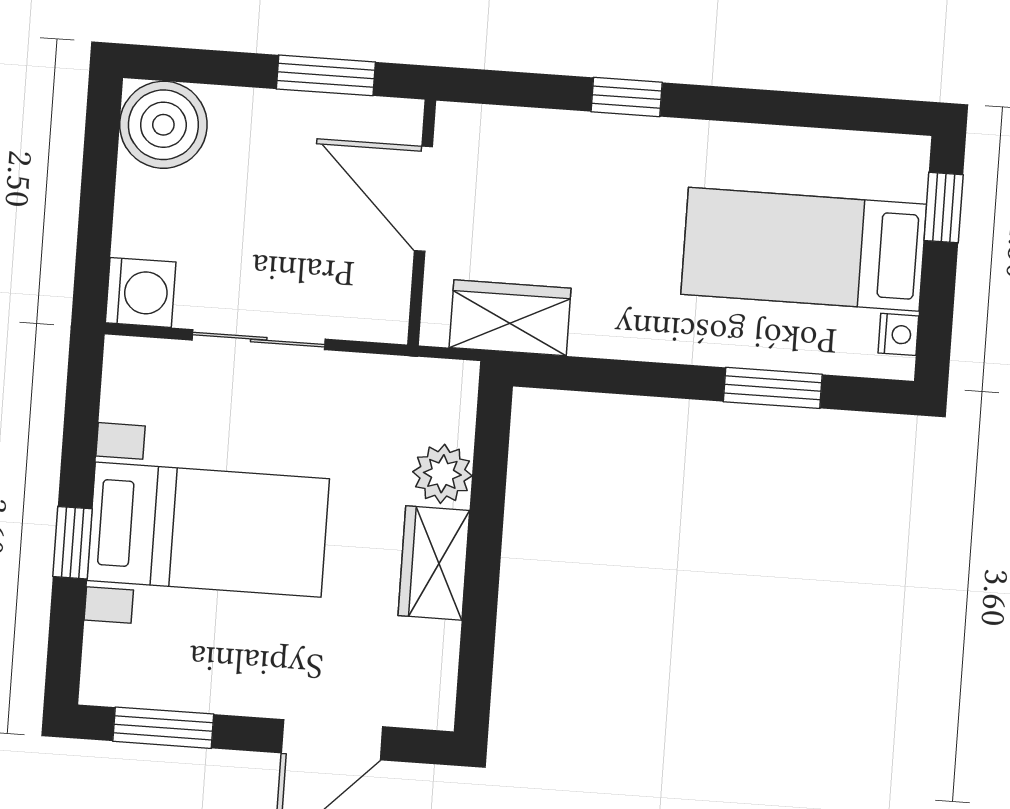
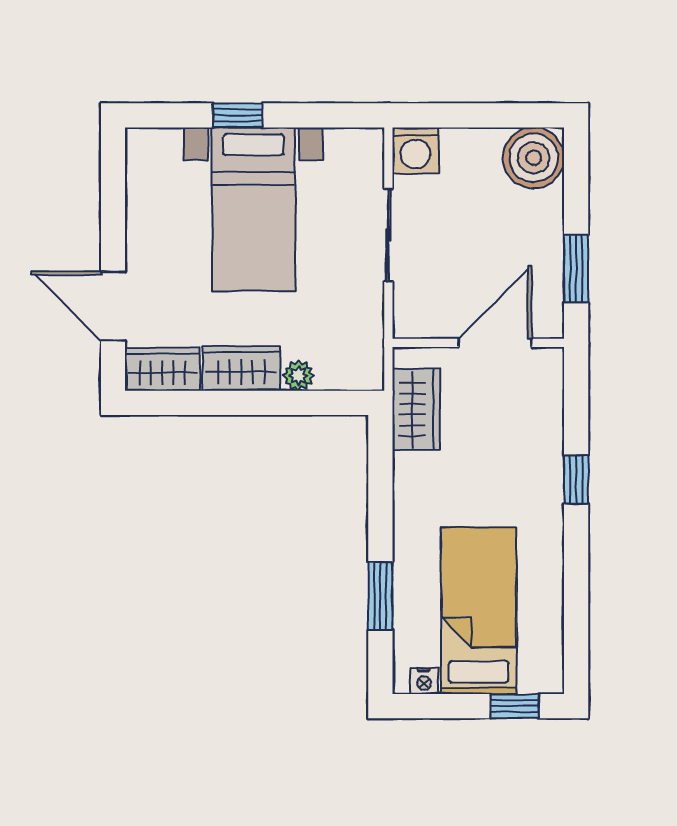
plant: (442, 474) -> (298, 376), width x0.73, depth x0.73
wardrobe: (427, 676) -> (162, 369), added
window: (163, 728) -> (113, 188), removed

